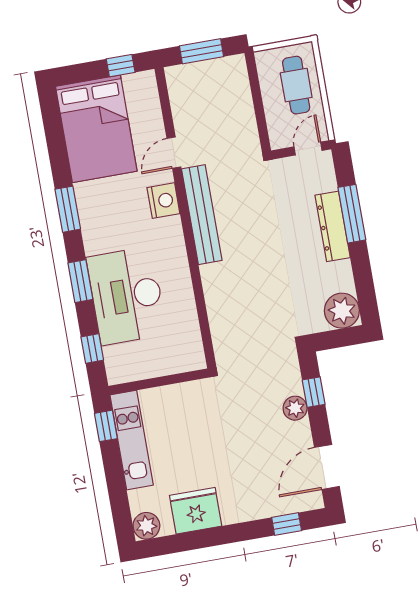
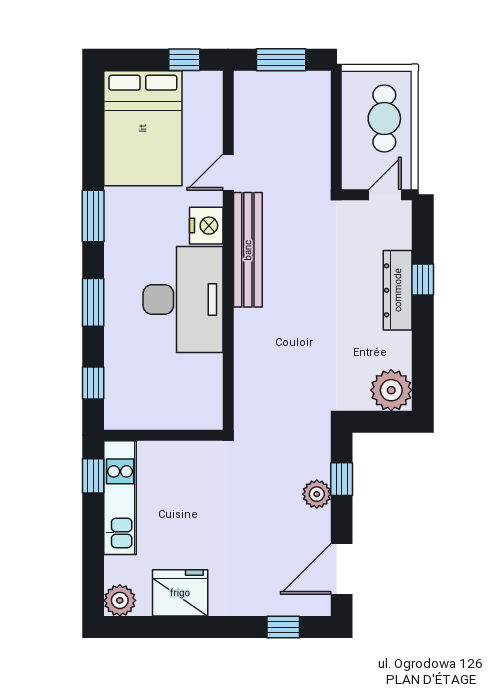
window: (352, 214) -> (423, 280), width x0.46
desk: (127, 296) -> (183, 299), moved, turned 180

